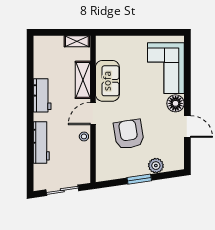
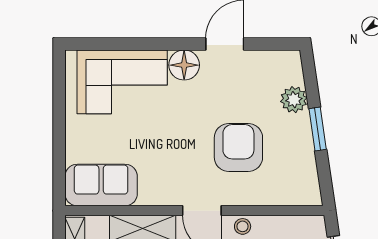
sofa: (107, 81) -> (101, 185), moved
armchair: (129, 134) -> (238, 148), turned 99

